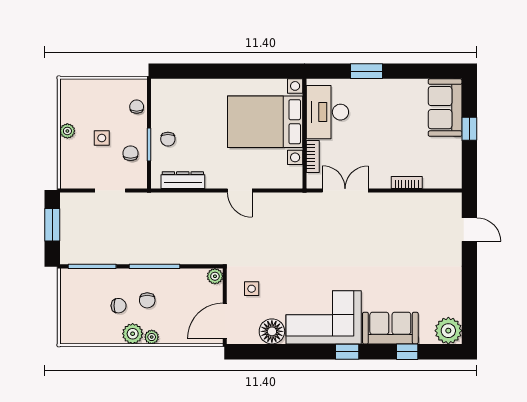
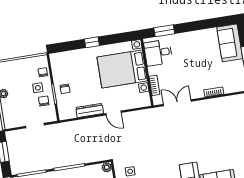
window: (223, 71) -> (92, 42), added
window: (366, 71) -> (164, 31), moved
desk: (327, 112) -> (158, 53), width x0.73
side table: (102, 138) -> (38, 88), moved
dresser: (183, 180) -> (90, 110), moved

